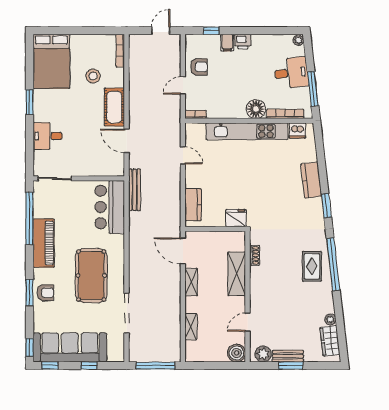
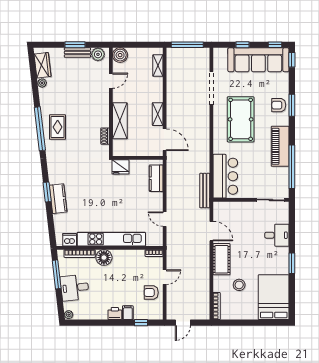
window: (326, 206) -> (47, 192), moved
shelving: (191, 327) -> (158, 66), moved

